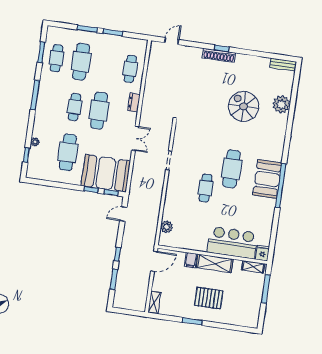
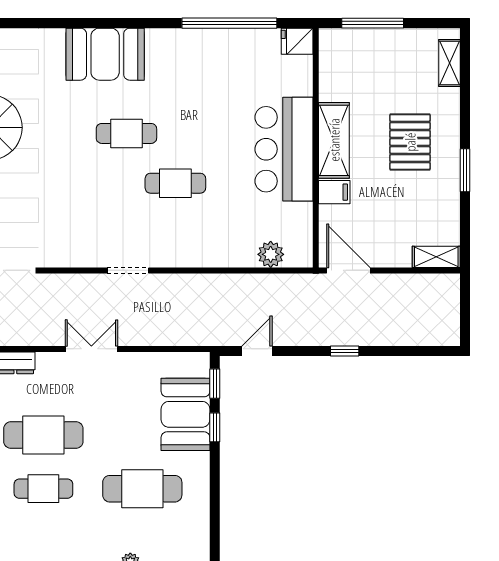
cafe table: (232, 169) -> (126, 133), width x0.73, depth x0.74
booth: (106, 173) -> (186, 414), width x0.73, depth x0.70
booth: (267, 179) -> (105, 54), moved
window: (281, 186) -> (229, 23), moved
door: (123, 214) -> (257, 351), swing flipped
bar counter: (233, 243) -> (284, 149), moved
shelving: (253, 267) -> (449, 63), moved
window: (114, 279) -> (400, 351), removed

